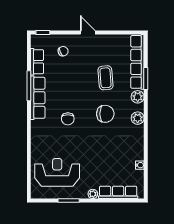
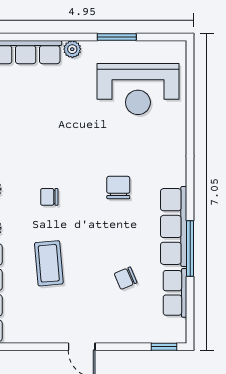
chair: (63, 51) -> (126, 278), moved
chair: (105, 114) -> (49, 197), width x0.54, depth x0.54

